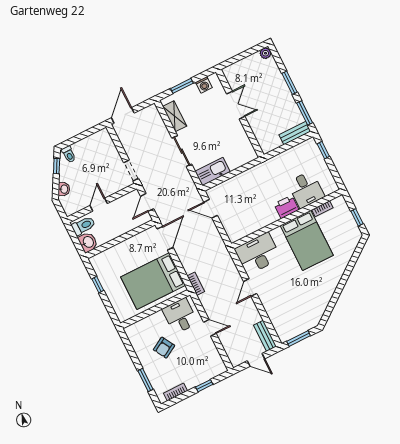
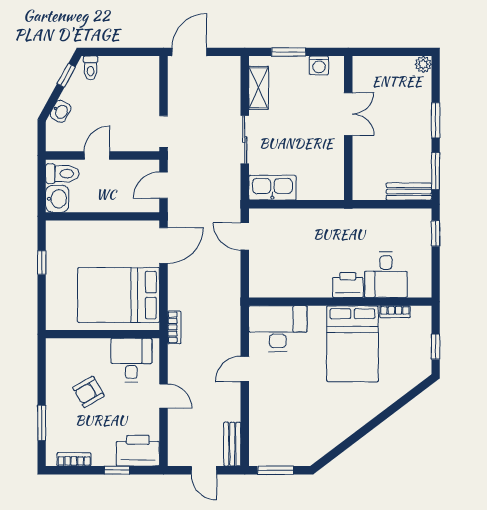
printer: (211, 368) -> (138, 451), added

